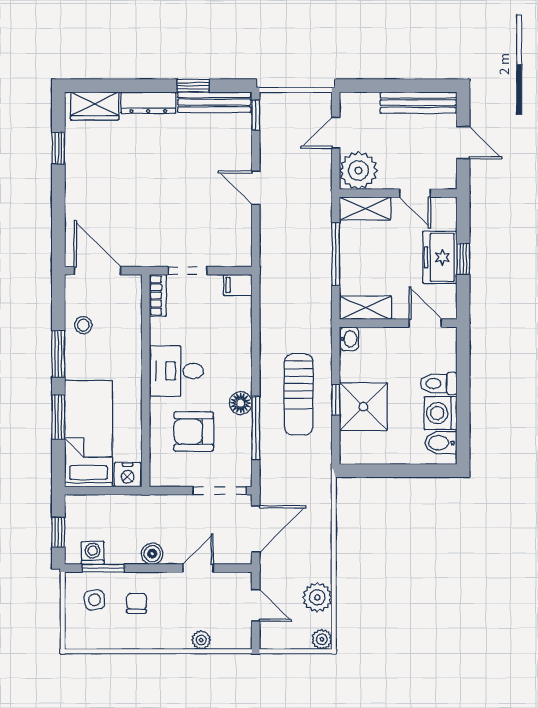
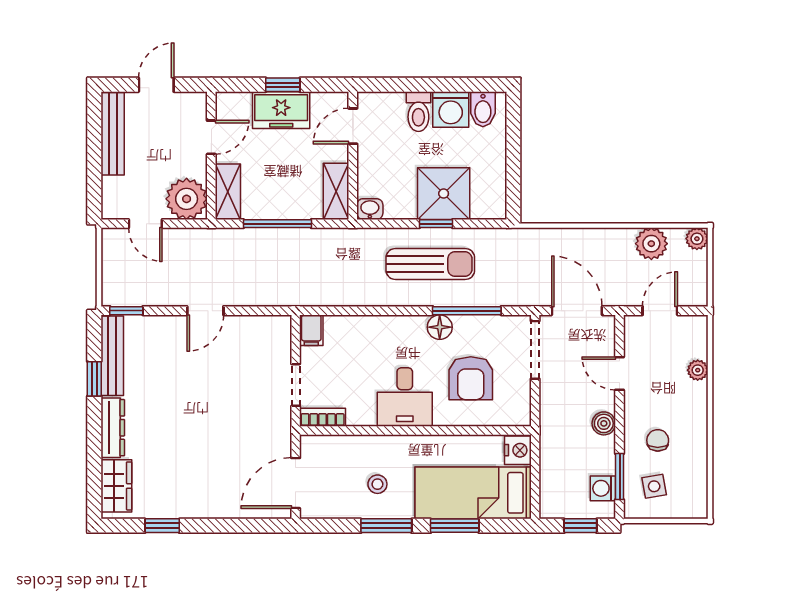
stool: (83, 325) -> (377, 484), moved
chair: (137, 603) -> (658, 440), turned 89

